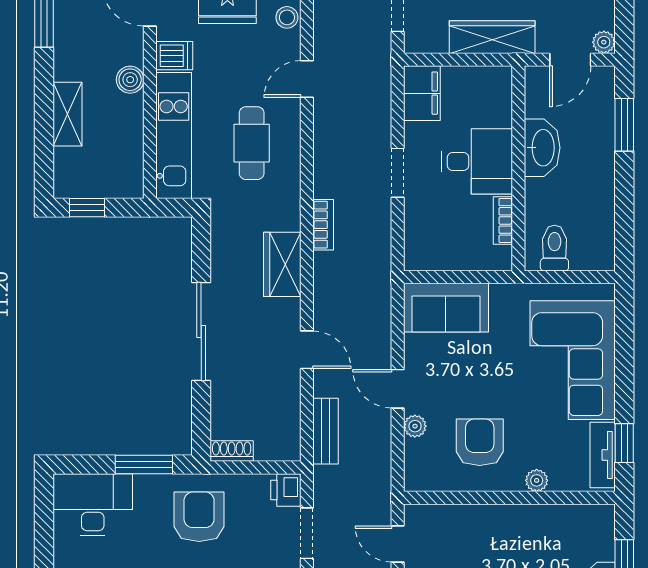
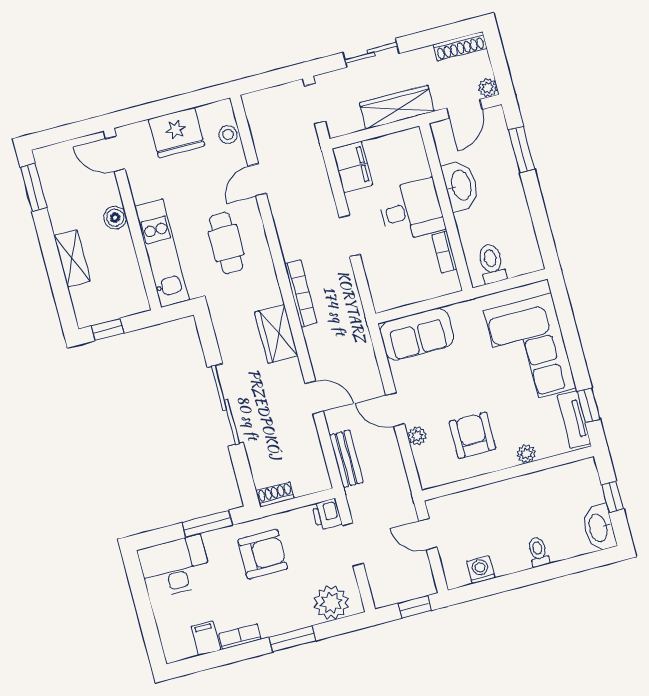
dishwasher: (174, 56) -> (146, 189), removed
bookcase: (323, 225) -> (301, 293), width x1.56
armchair: (199, 517) -> (263, 554), turned 90

